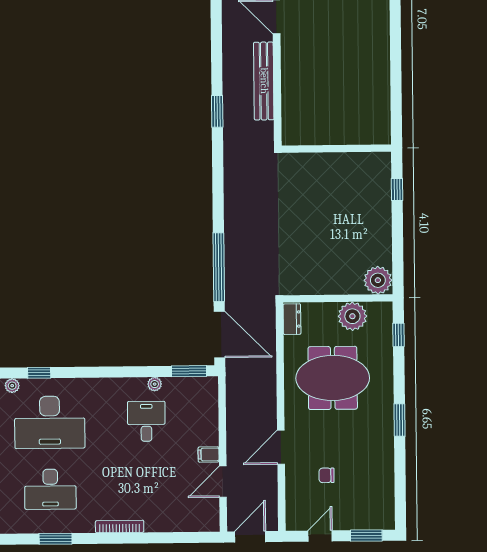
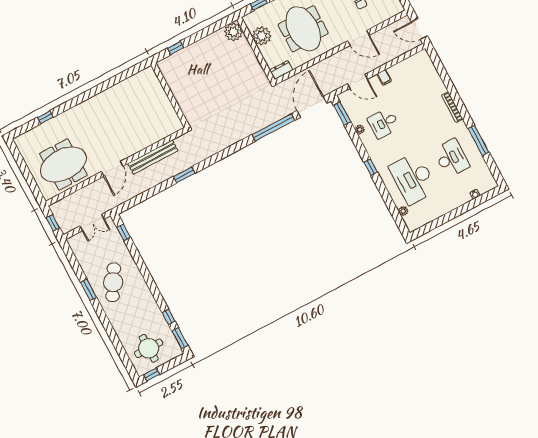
window: (39, 373) -> (371, 167), moved
desk: (50, 422) -> (413, 178), turned 180
door: (223, 482) -> (357, 81), moved
window: (56, 539) -> (478, 140), width x1.44

